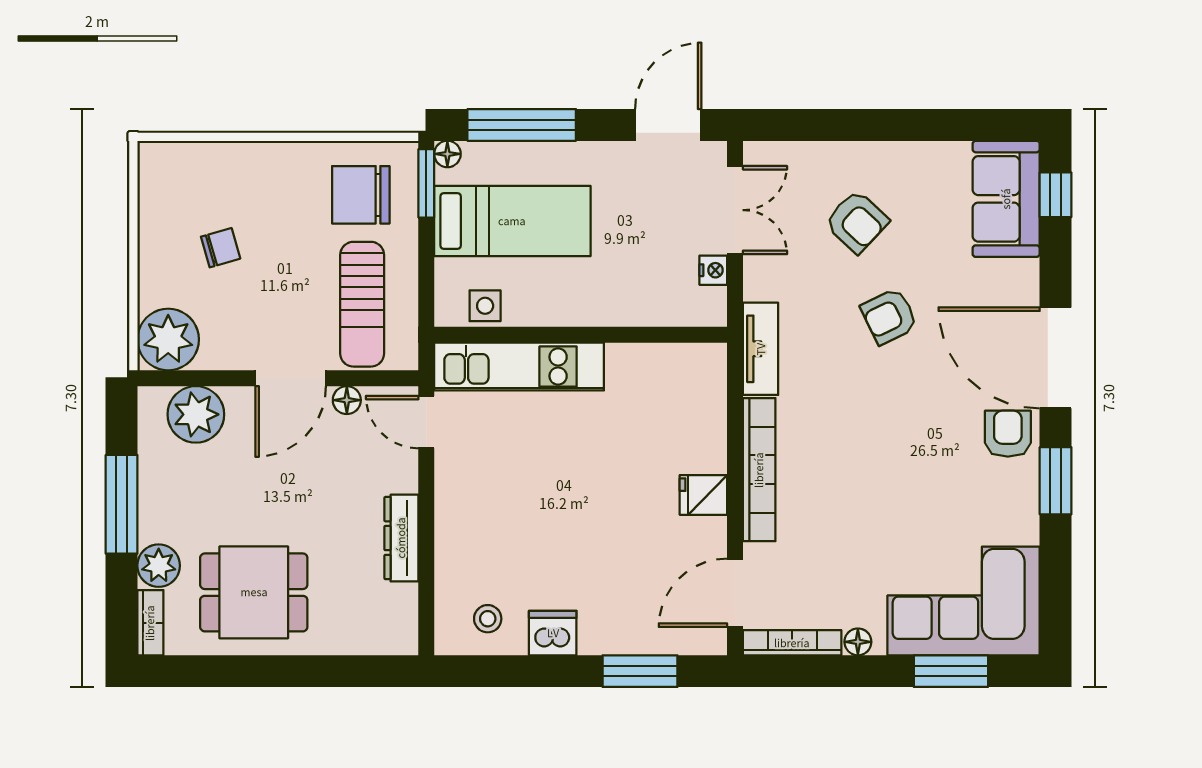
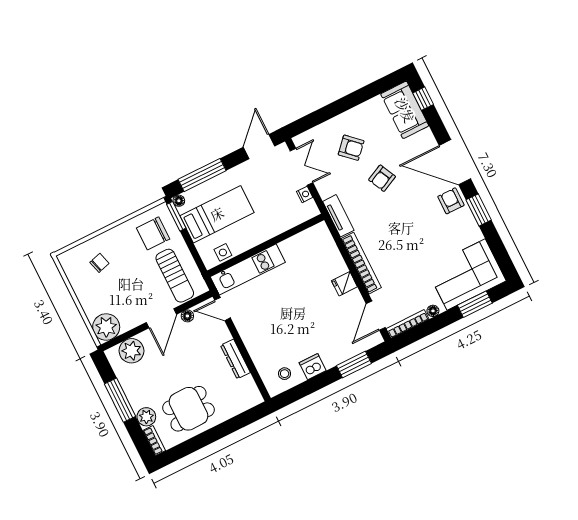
chair: (221, 248) -> (99, 263), moved

